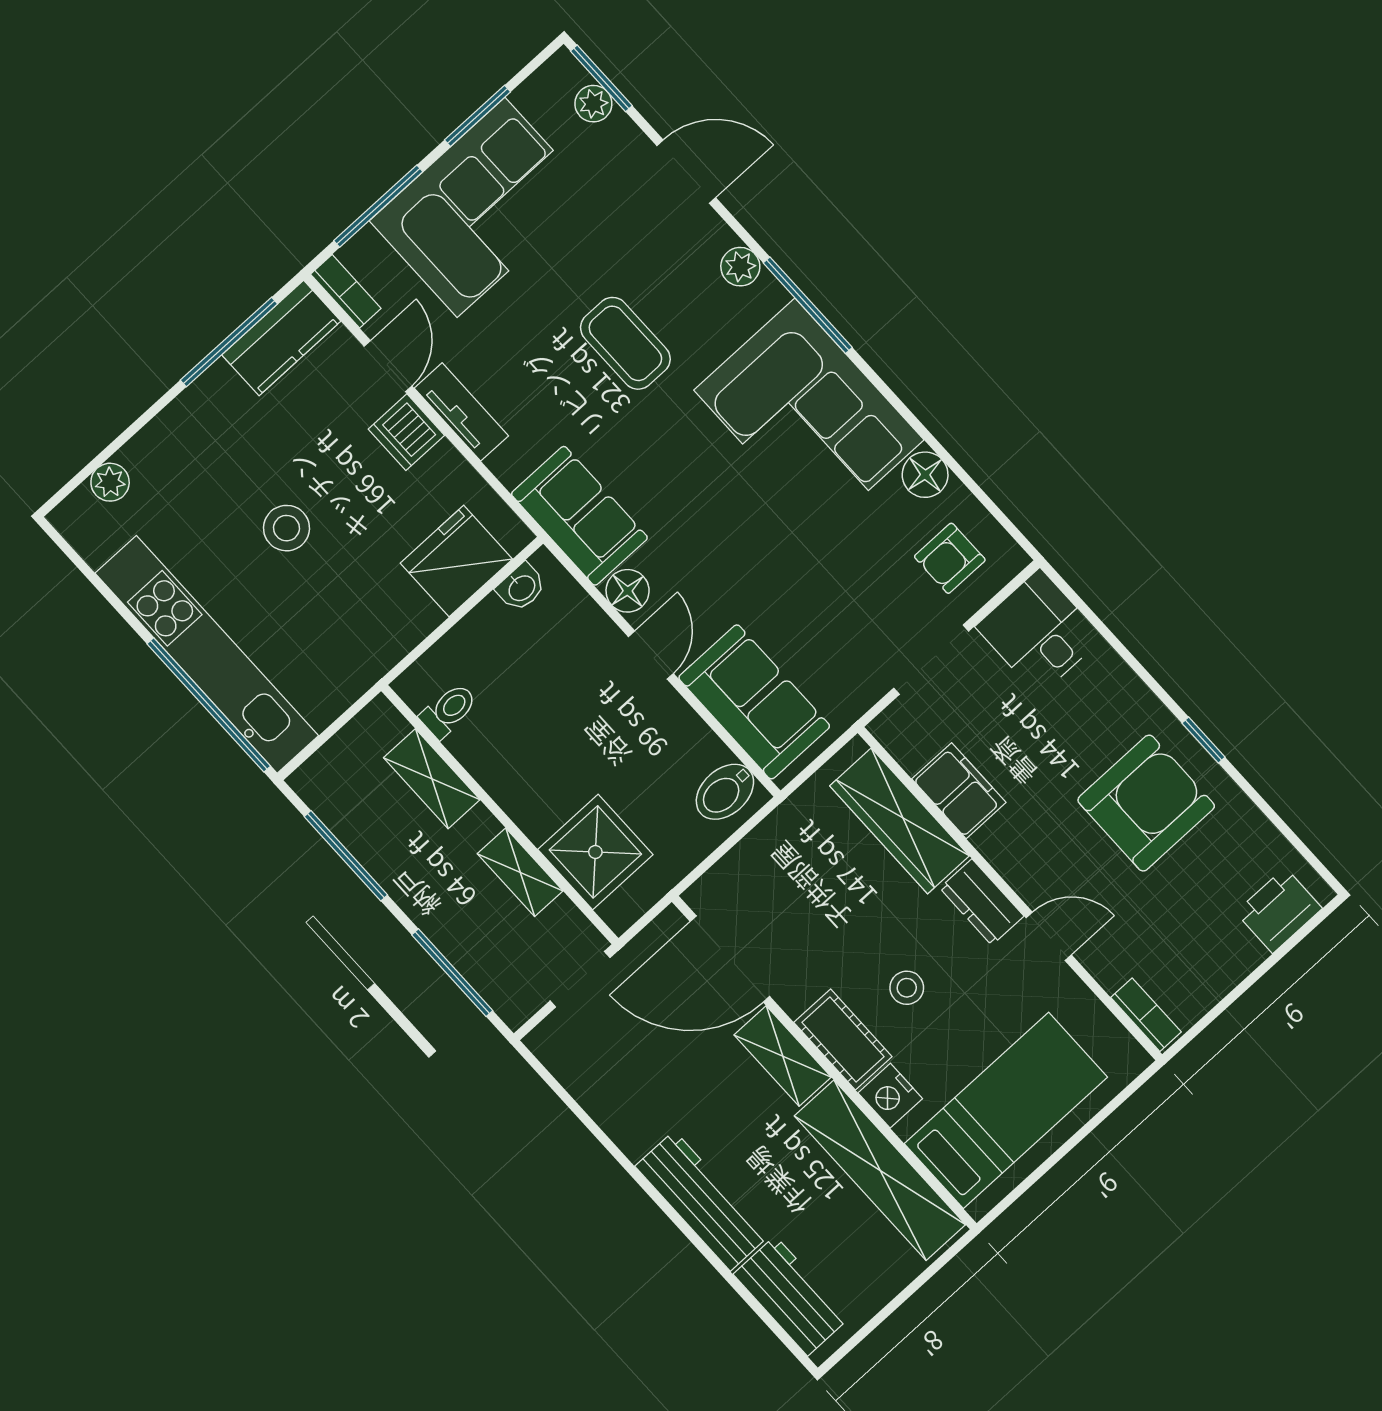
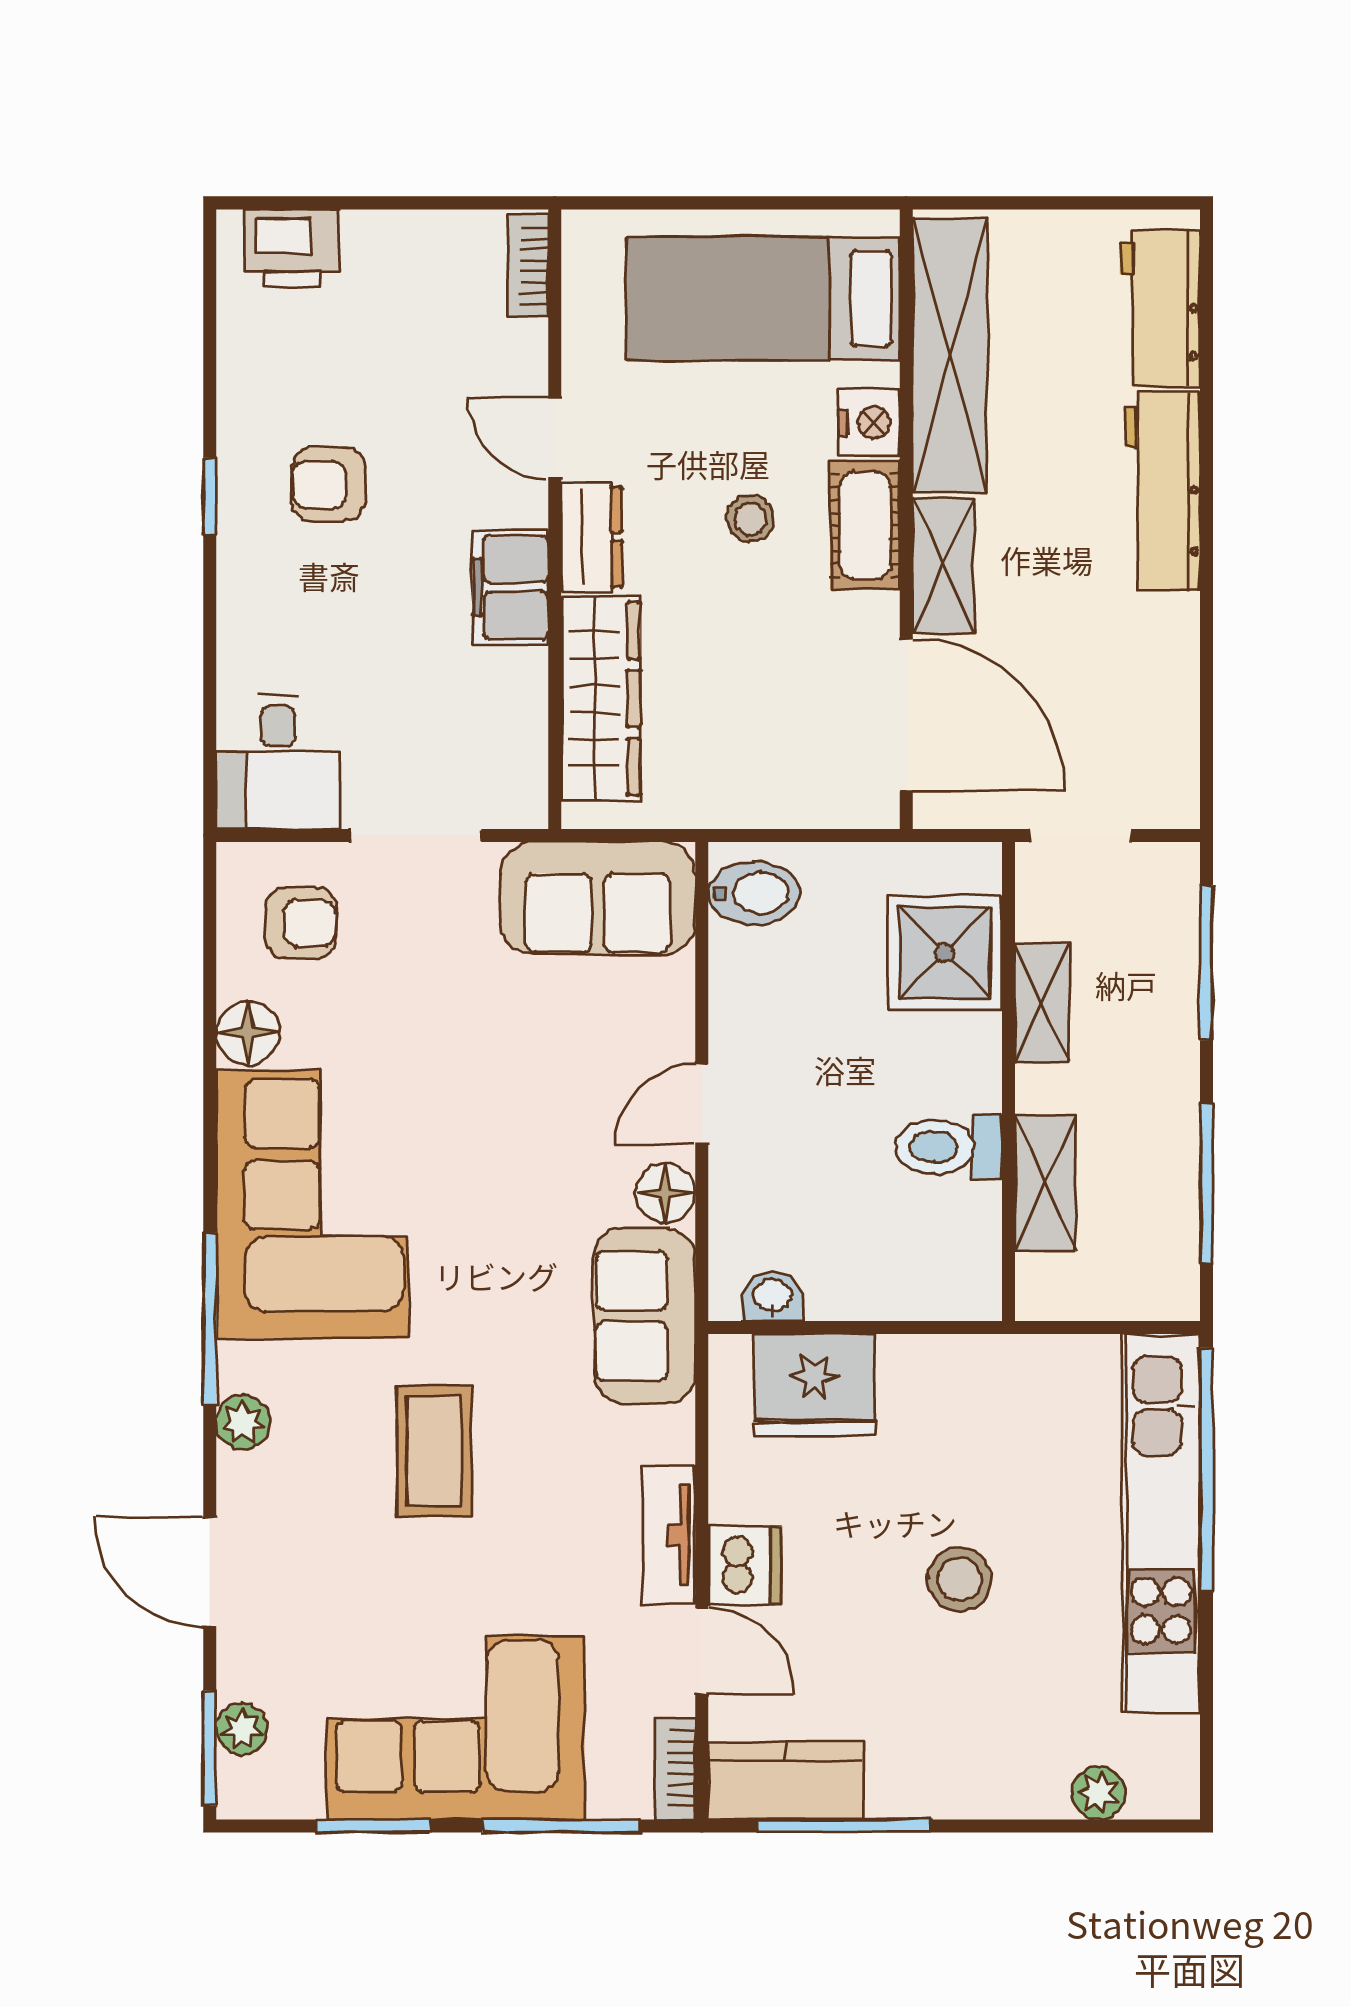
door: (388, 366) -> (702, 1651), swing flipped
sofa: (754, 702) -> (598, 898), moved, turned -90
toilet: (449, 711) -> (949, 1147), moved, width x1.37, depth x1.39
filing cabinet: (959, 791) -> (511, 587), moved
armchair: (1146, 803) -> (328, 485), width x0.53, depth x0.53

